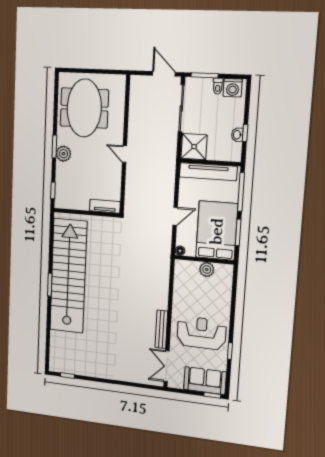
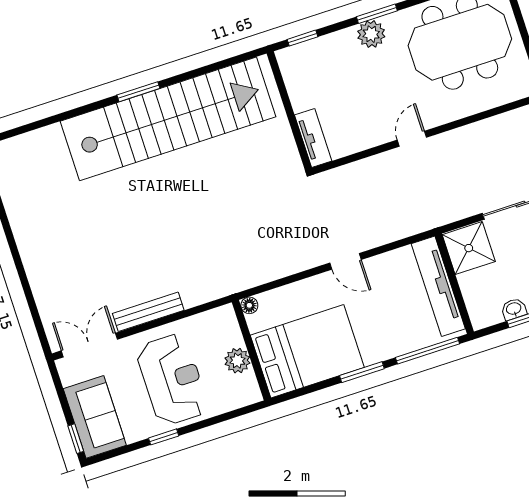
bed: (217, 231) -> (307, 351), moved
floor lamp: (180, 251) -> (249, 305), moved
wall: (204, 260) -> (251, 350), moved
plant: (207, 269) -> (237, 361), moved

